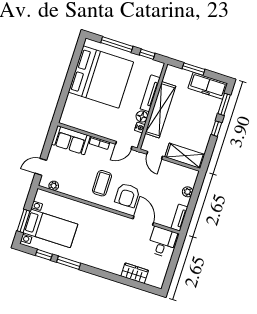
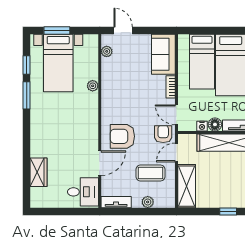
bed: (87, 111) -> (202, 62), added
armchair: (136, 161) -> (163, 134), added
coffee table: (102, 183) -> (150, 173), moved
plant: (78, 206) -> (93, 86), added

